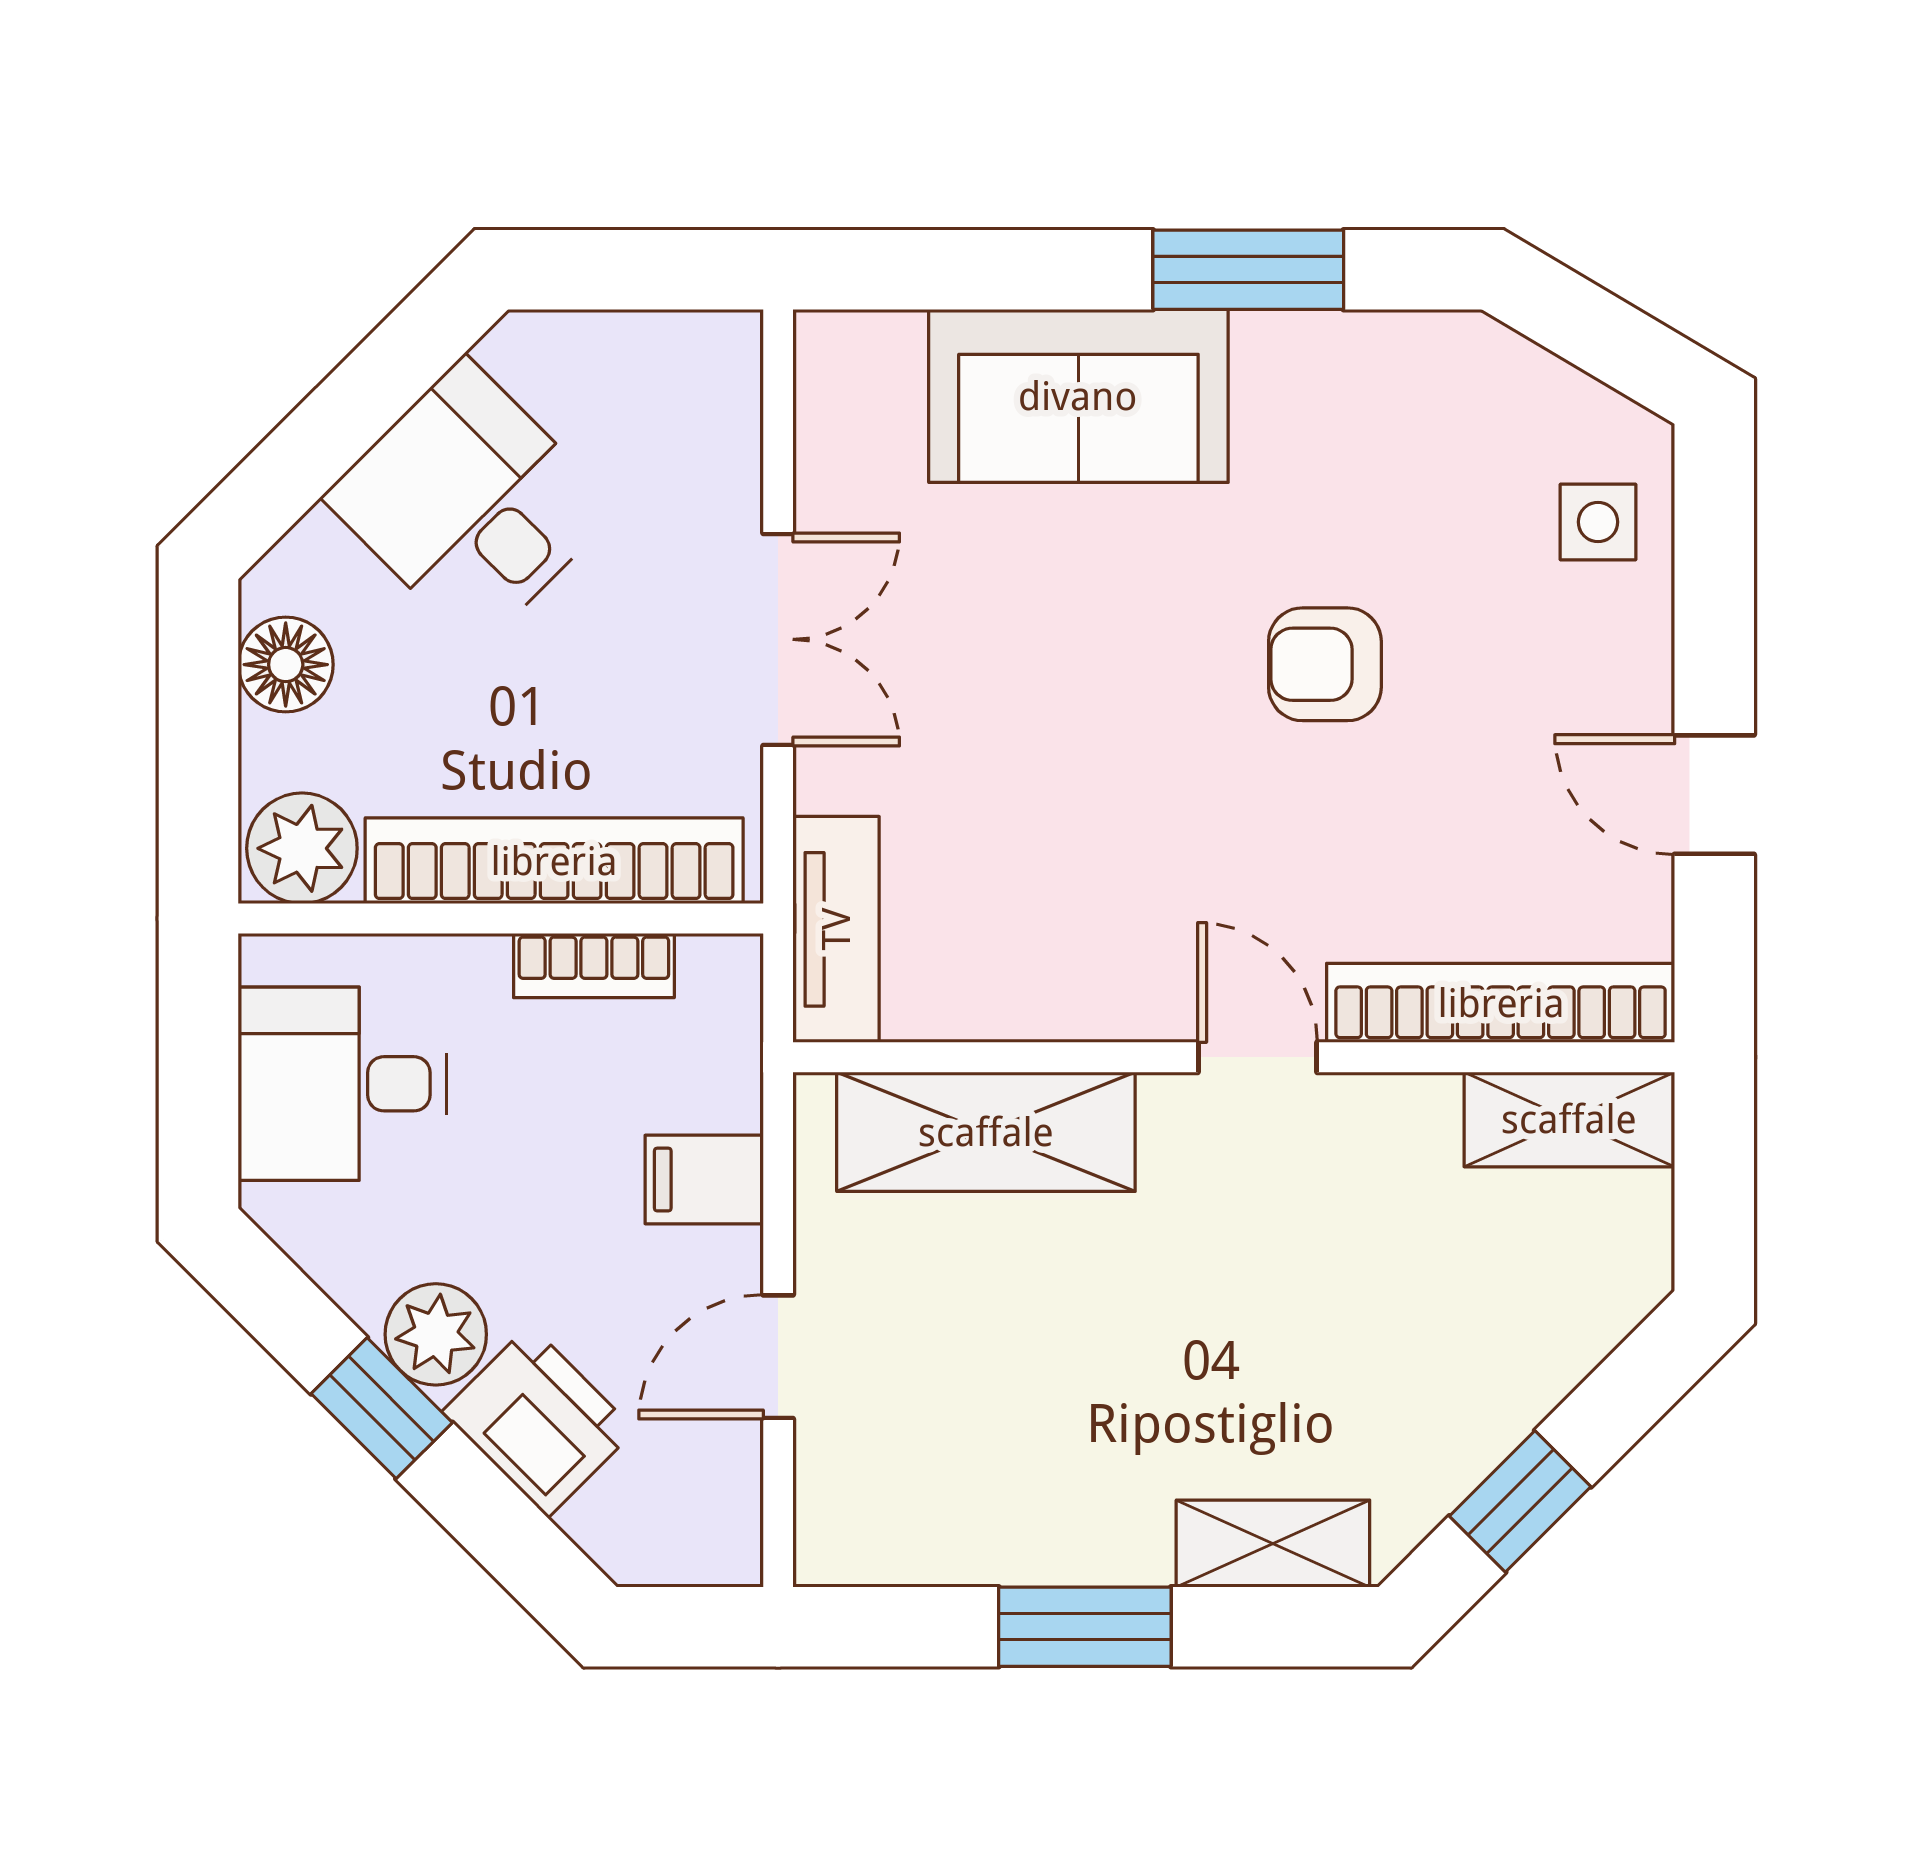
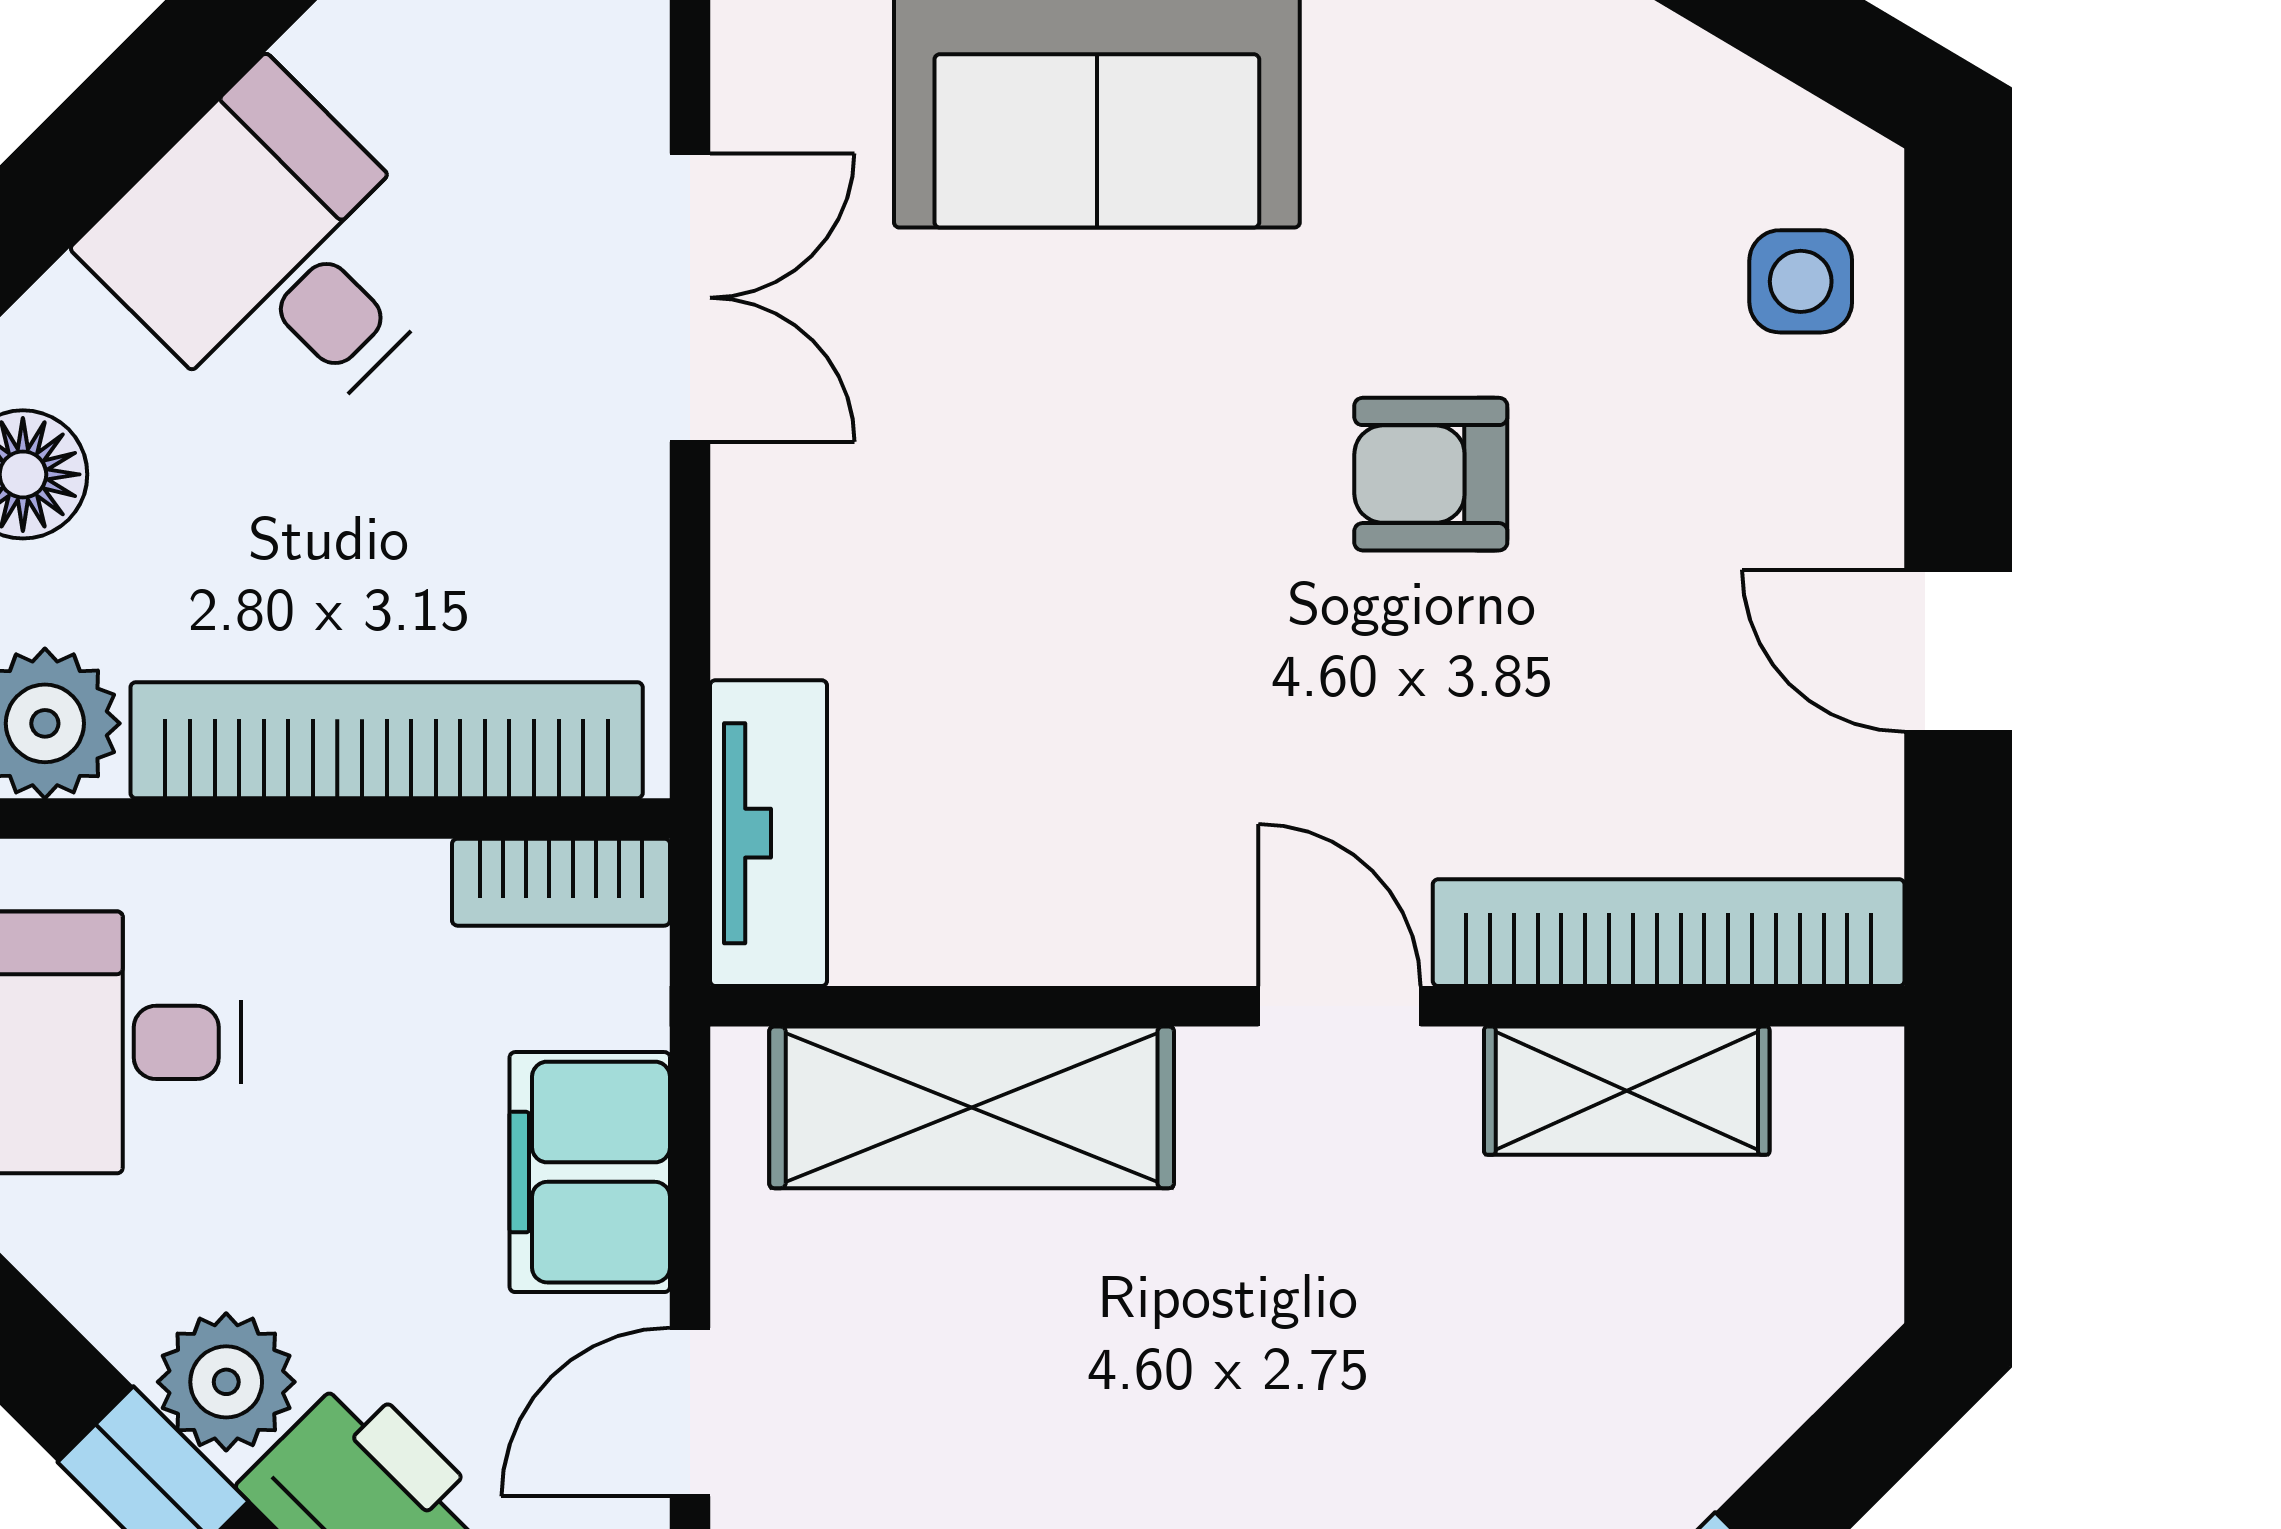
double door: (778, 639) -> (690, 298), moved
bookcase: (594, 966) -> (561, 882), moved
shelving: (1569, 1119) -> (1627, 1091), moved
filing cabinet: (704, 1180) -> (590, 1172), width x2.00

